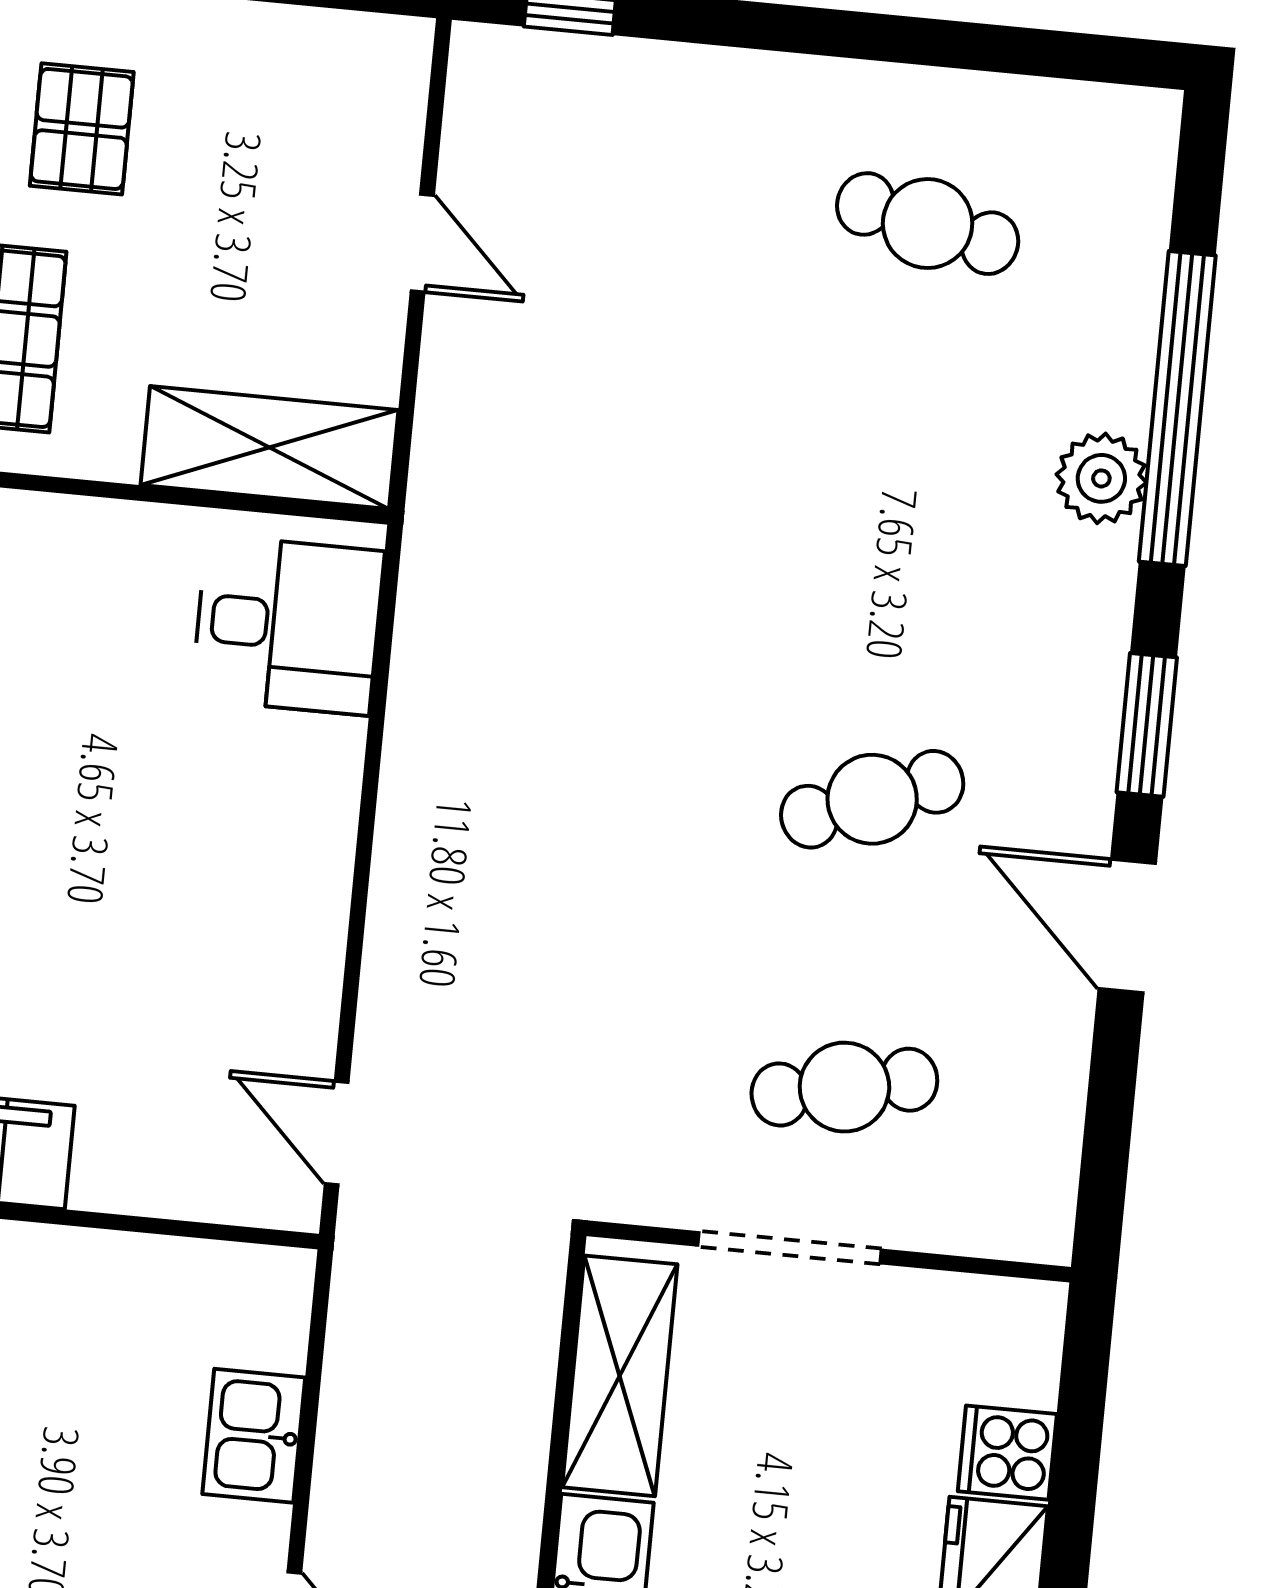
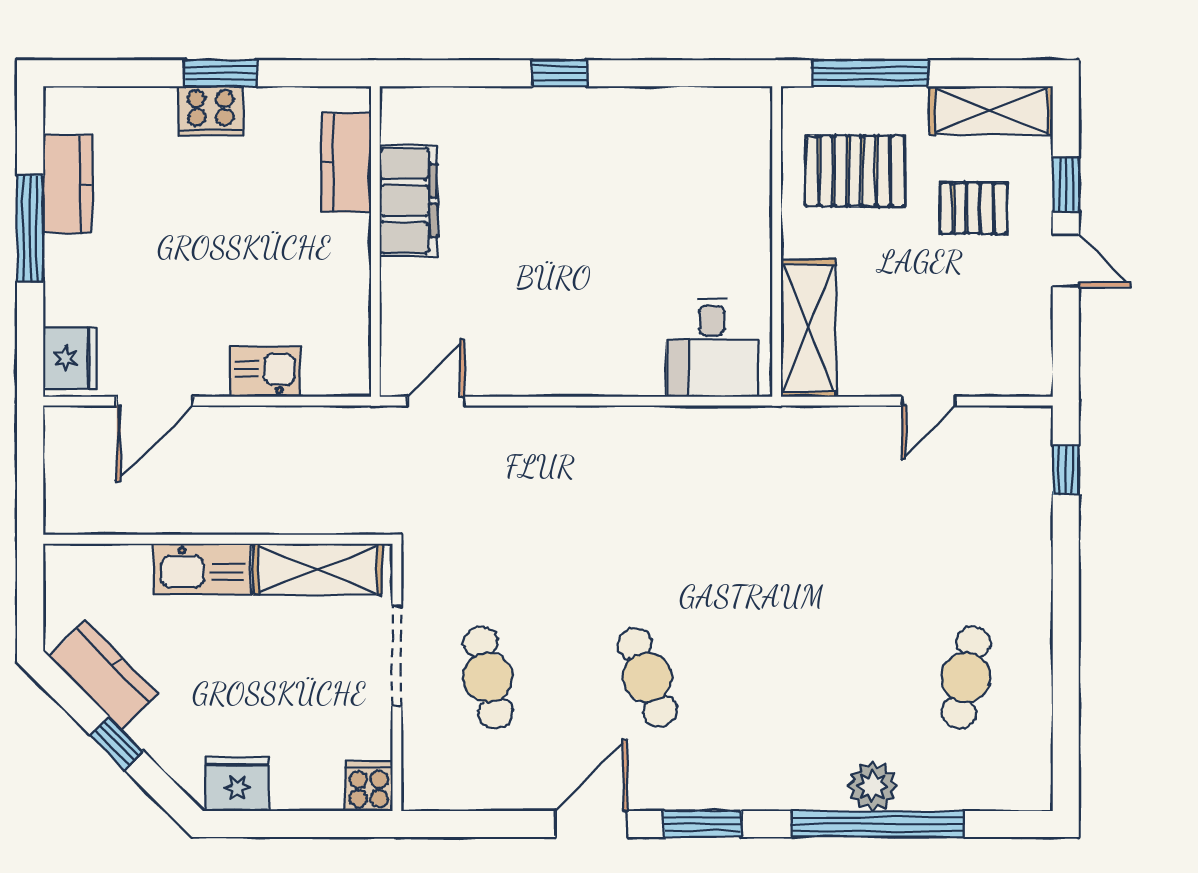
plant: (1101, 478) -> (873, 786), moved
cooker: (1007, 1453) -> (369, 786), moved

